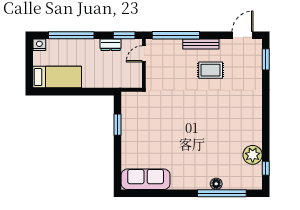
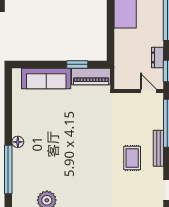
piano: (130, 111) -> (91, 77), added
sofa: (146, 179) -> (46, 79), moved, turned 90
floor lamp: (216, 184) -> (18, 142), moved

